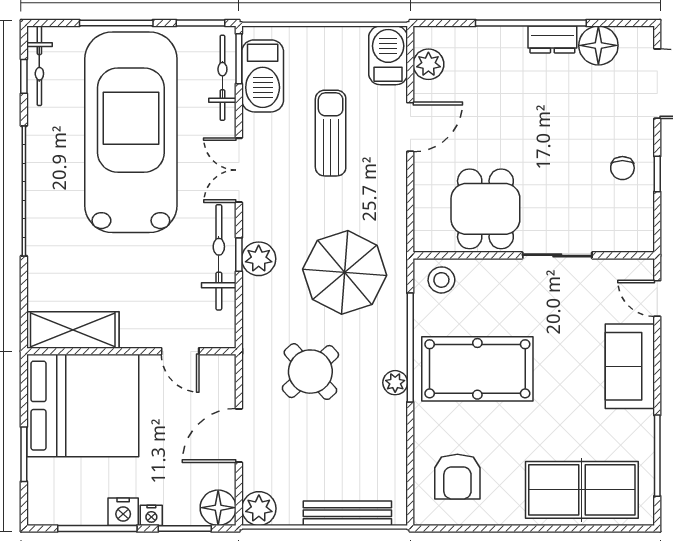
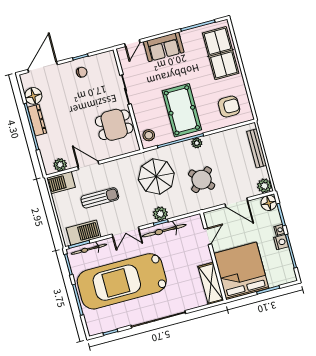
dresser: (552, 39) -> (37, 120), width x1.44
bicycle: (39, 66) -> (104, 327), removed
sun lounger: (331, 133) -> (100, 198), turned 180

